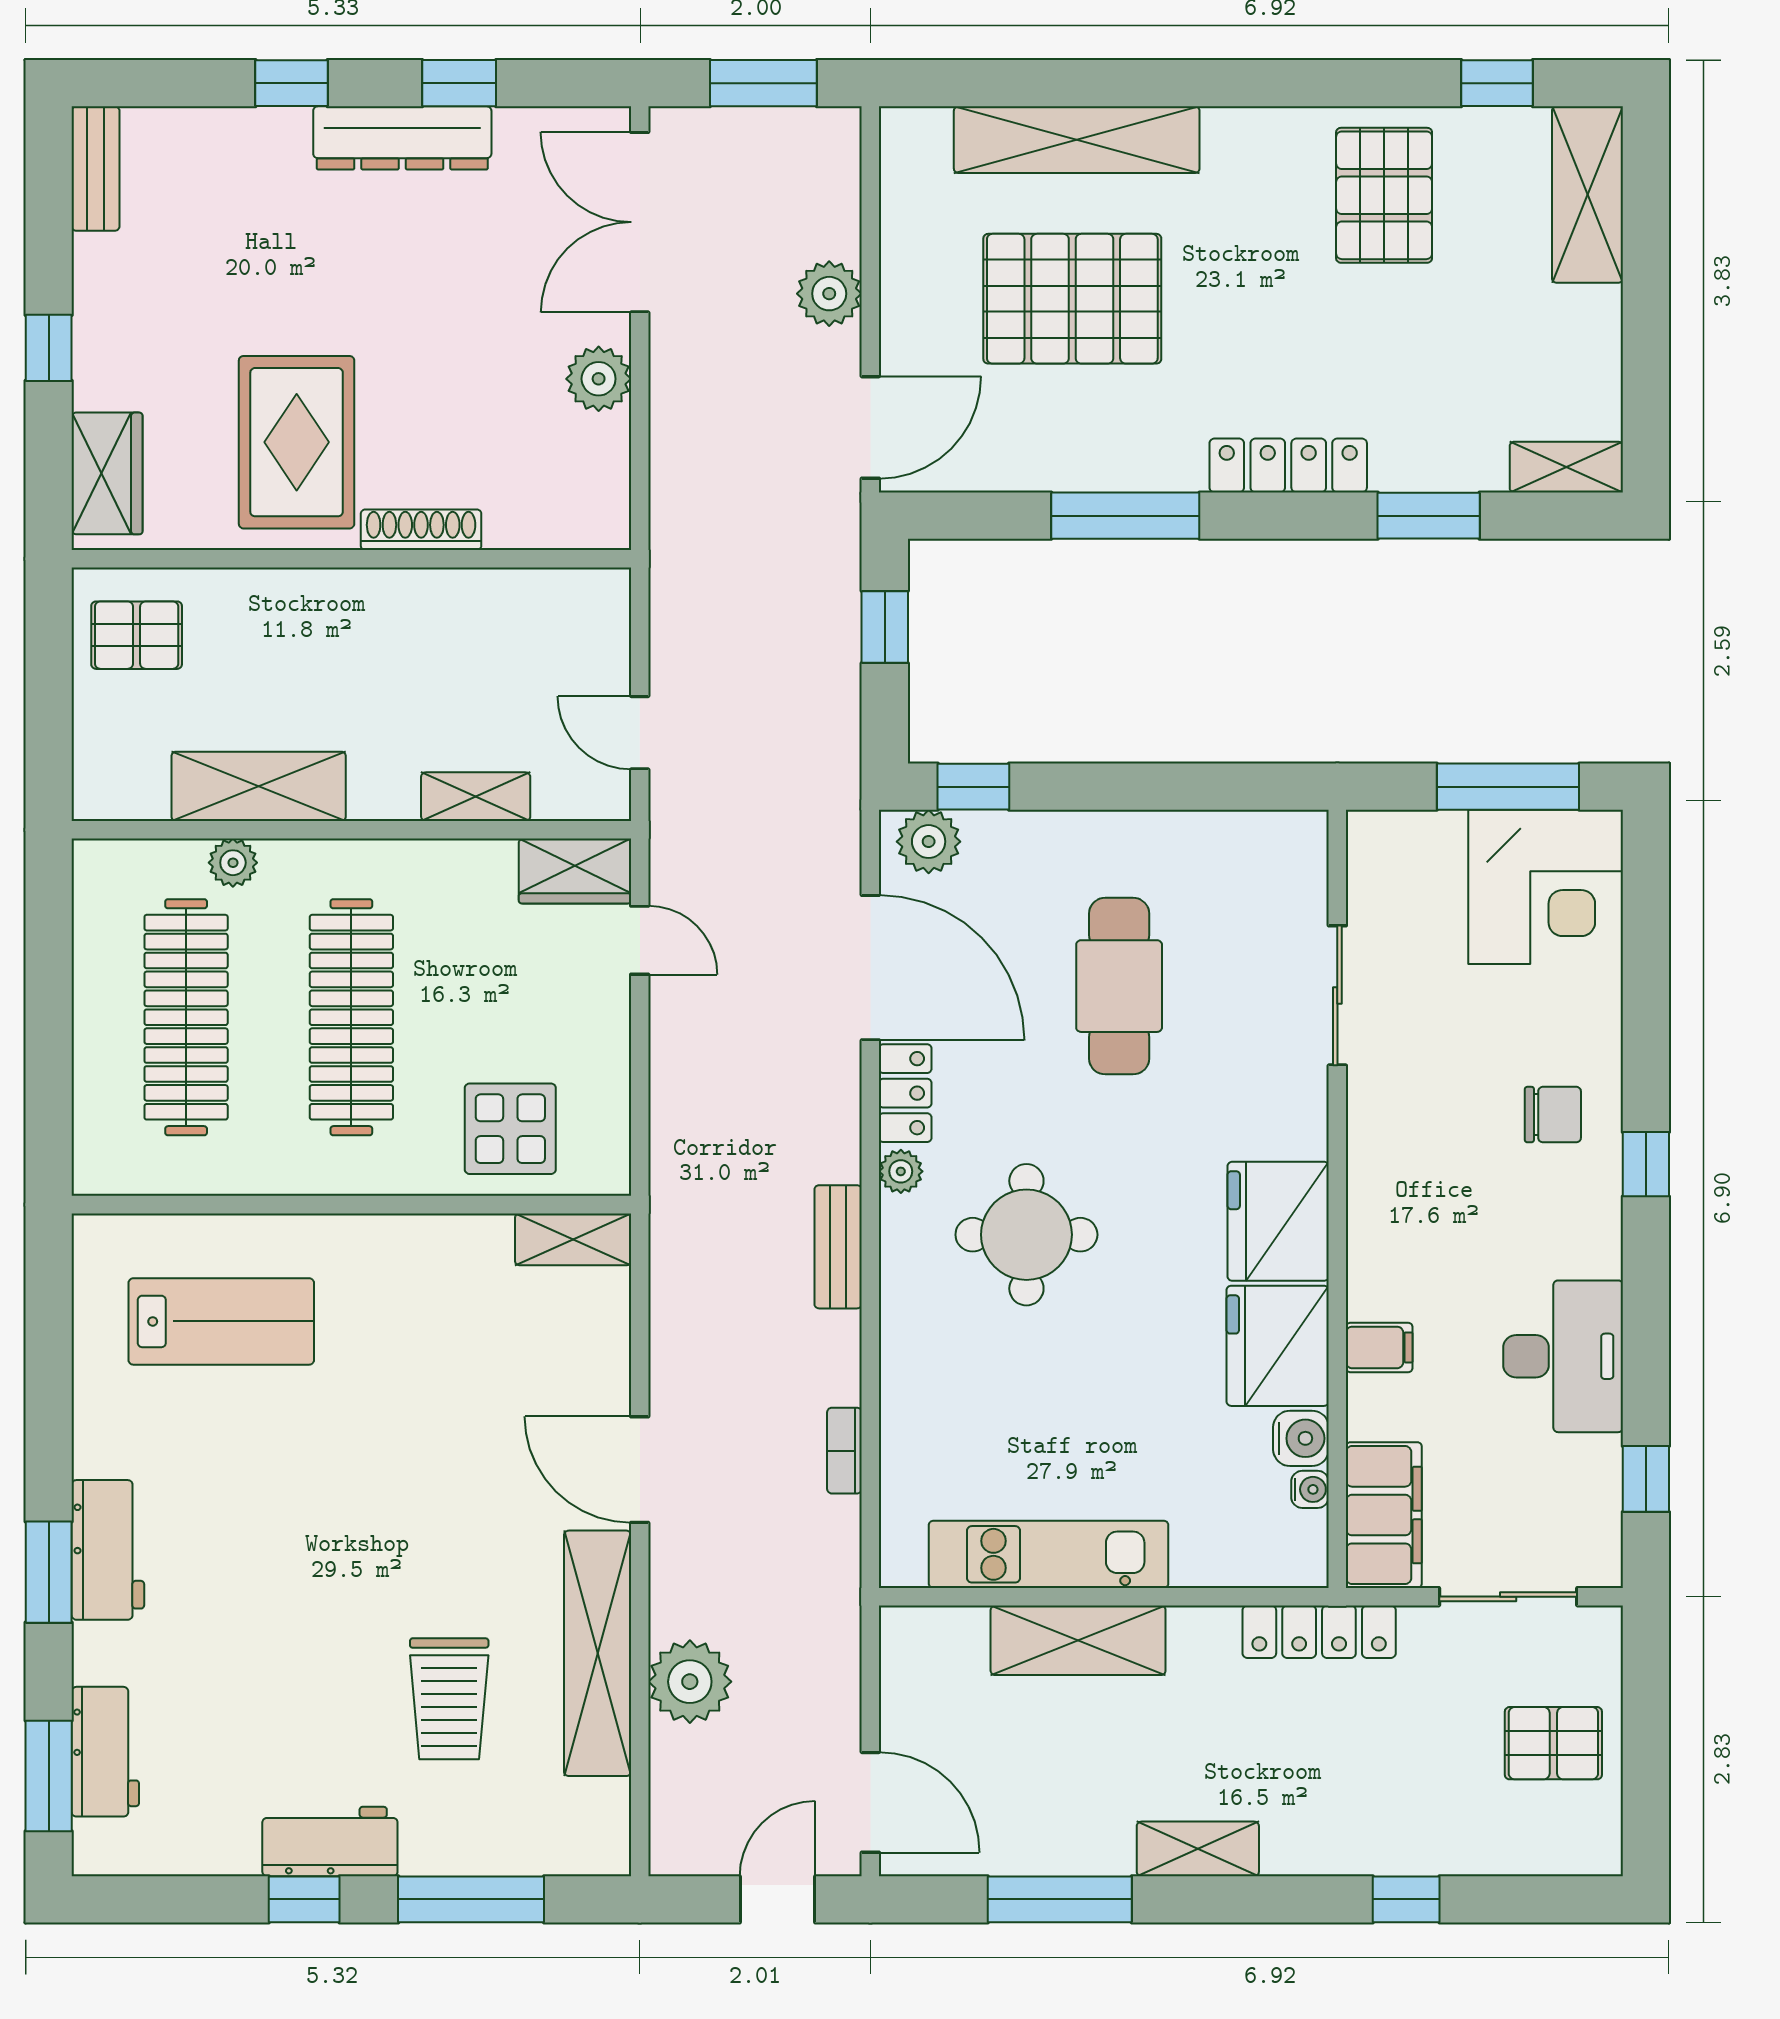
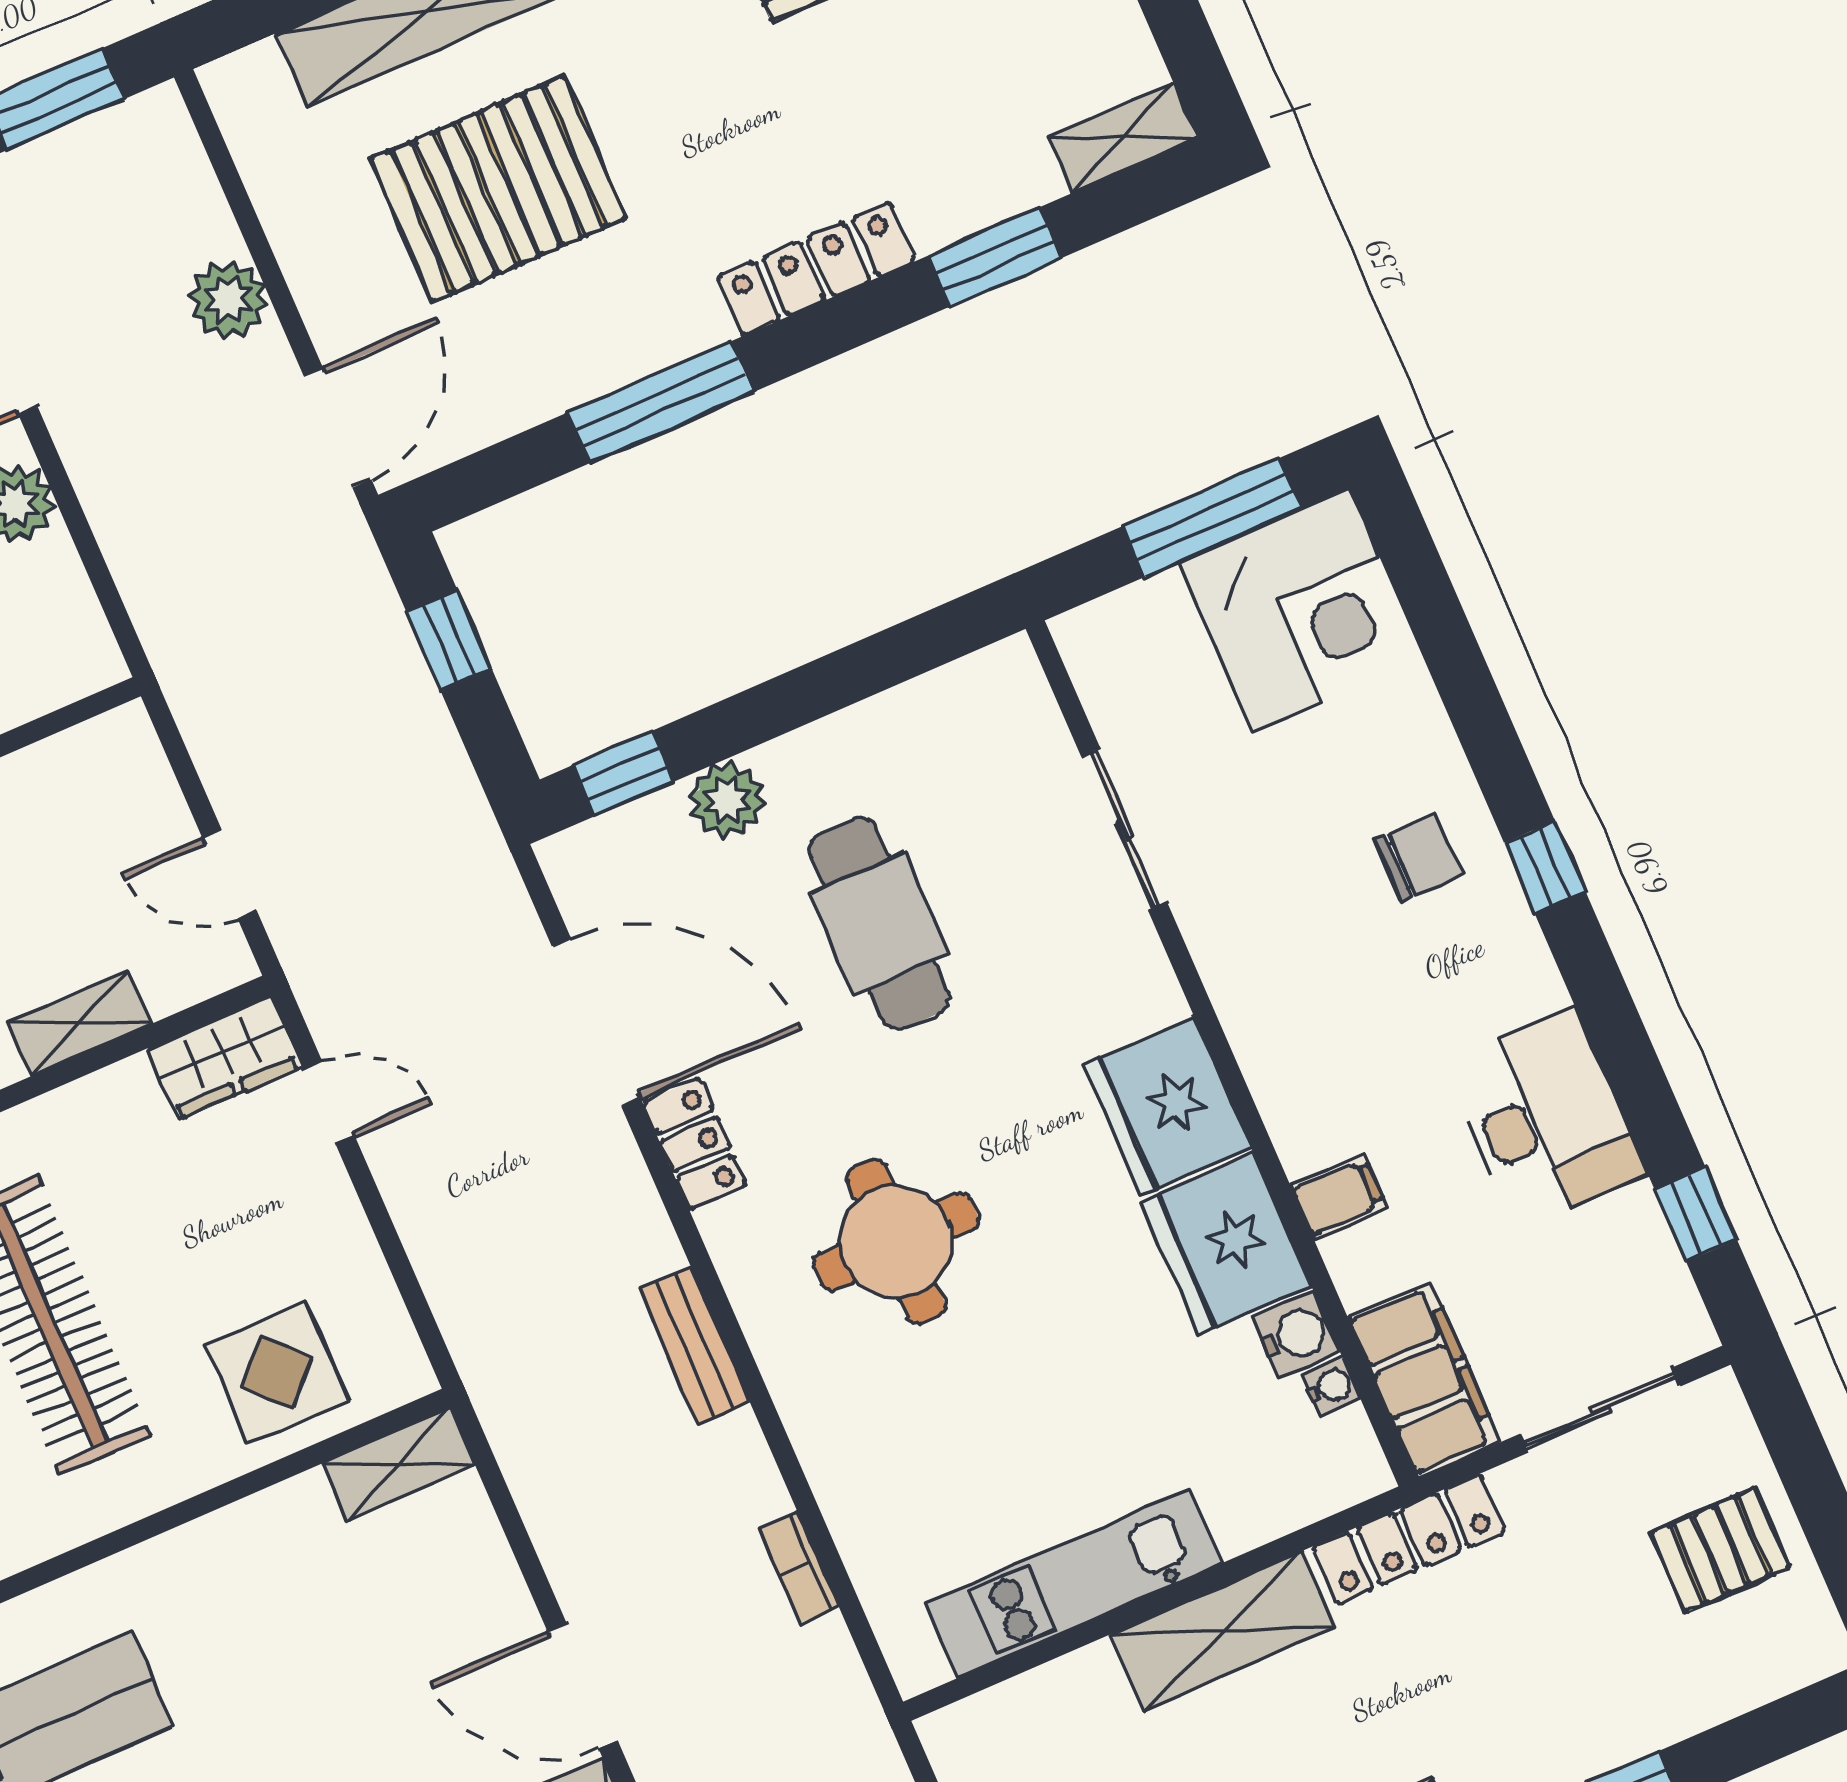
plant: (929, 842) -> (727, 800), moved
plant: (901, 1171) -> (727, 1232), removed
shelving: (1078, 1640) -> (1224, 1631), moved

